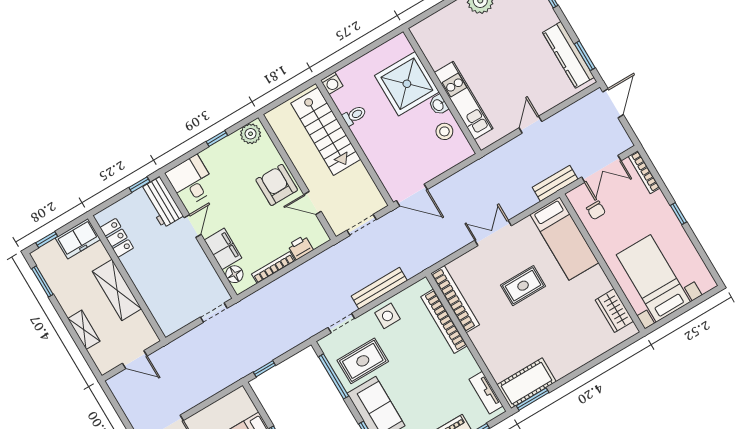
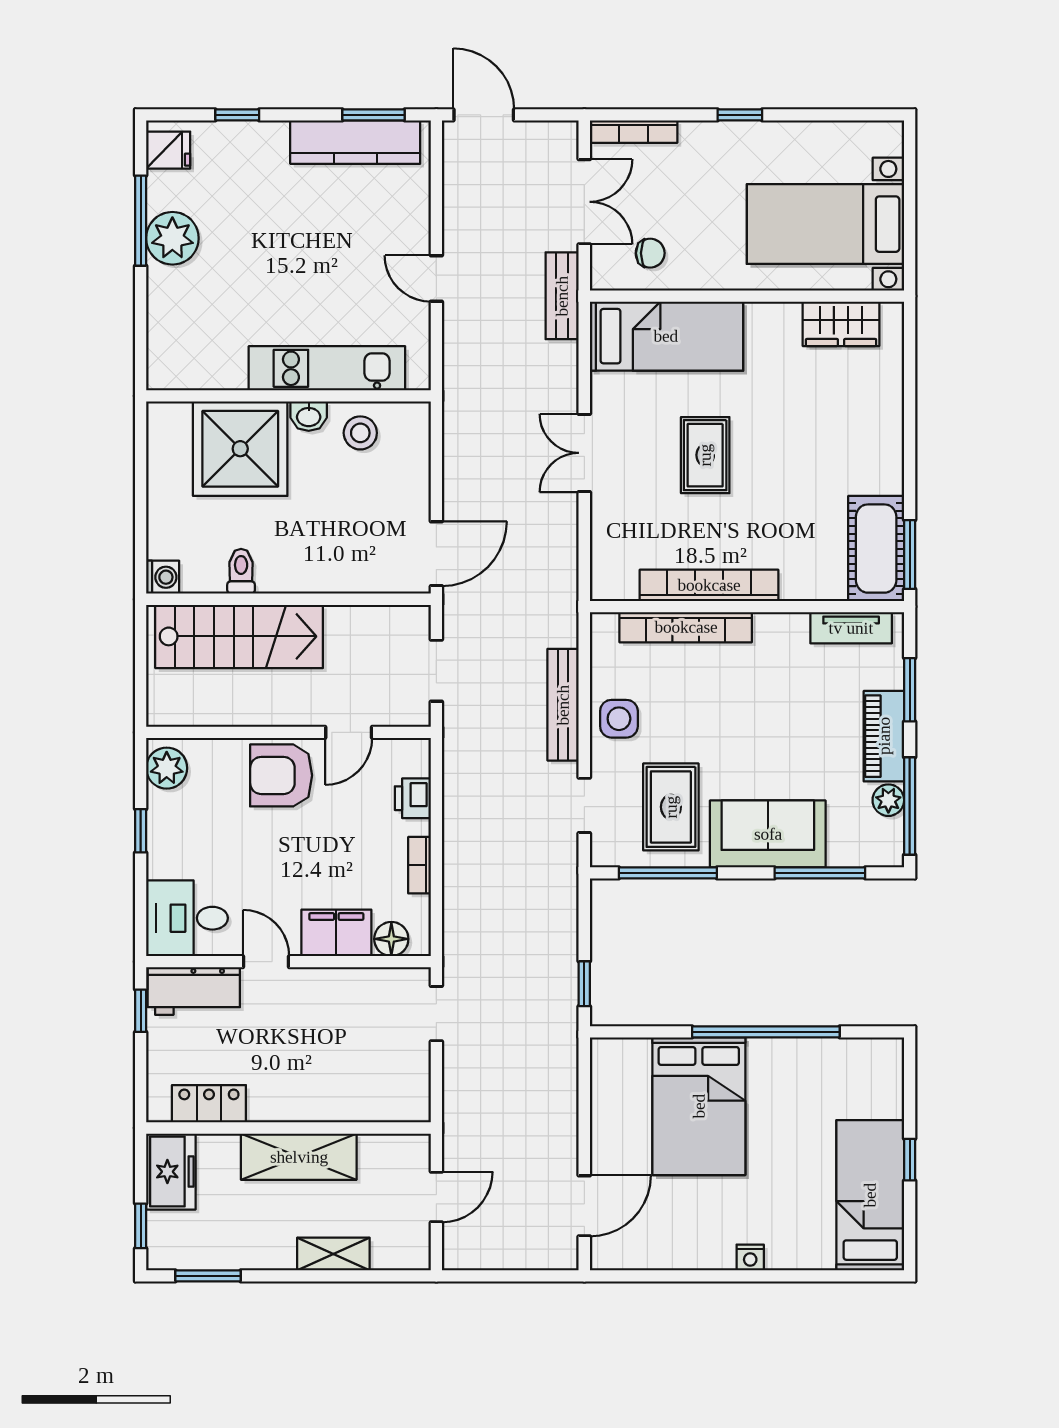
bookcase: (273, 267) -> (420, 865), width x0.64
bookcase: (455, 299) -> (709, 585), moved

